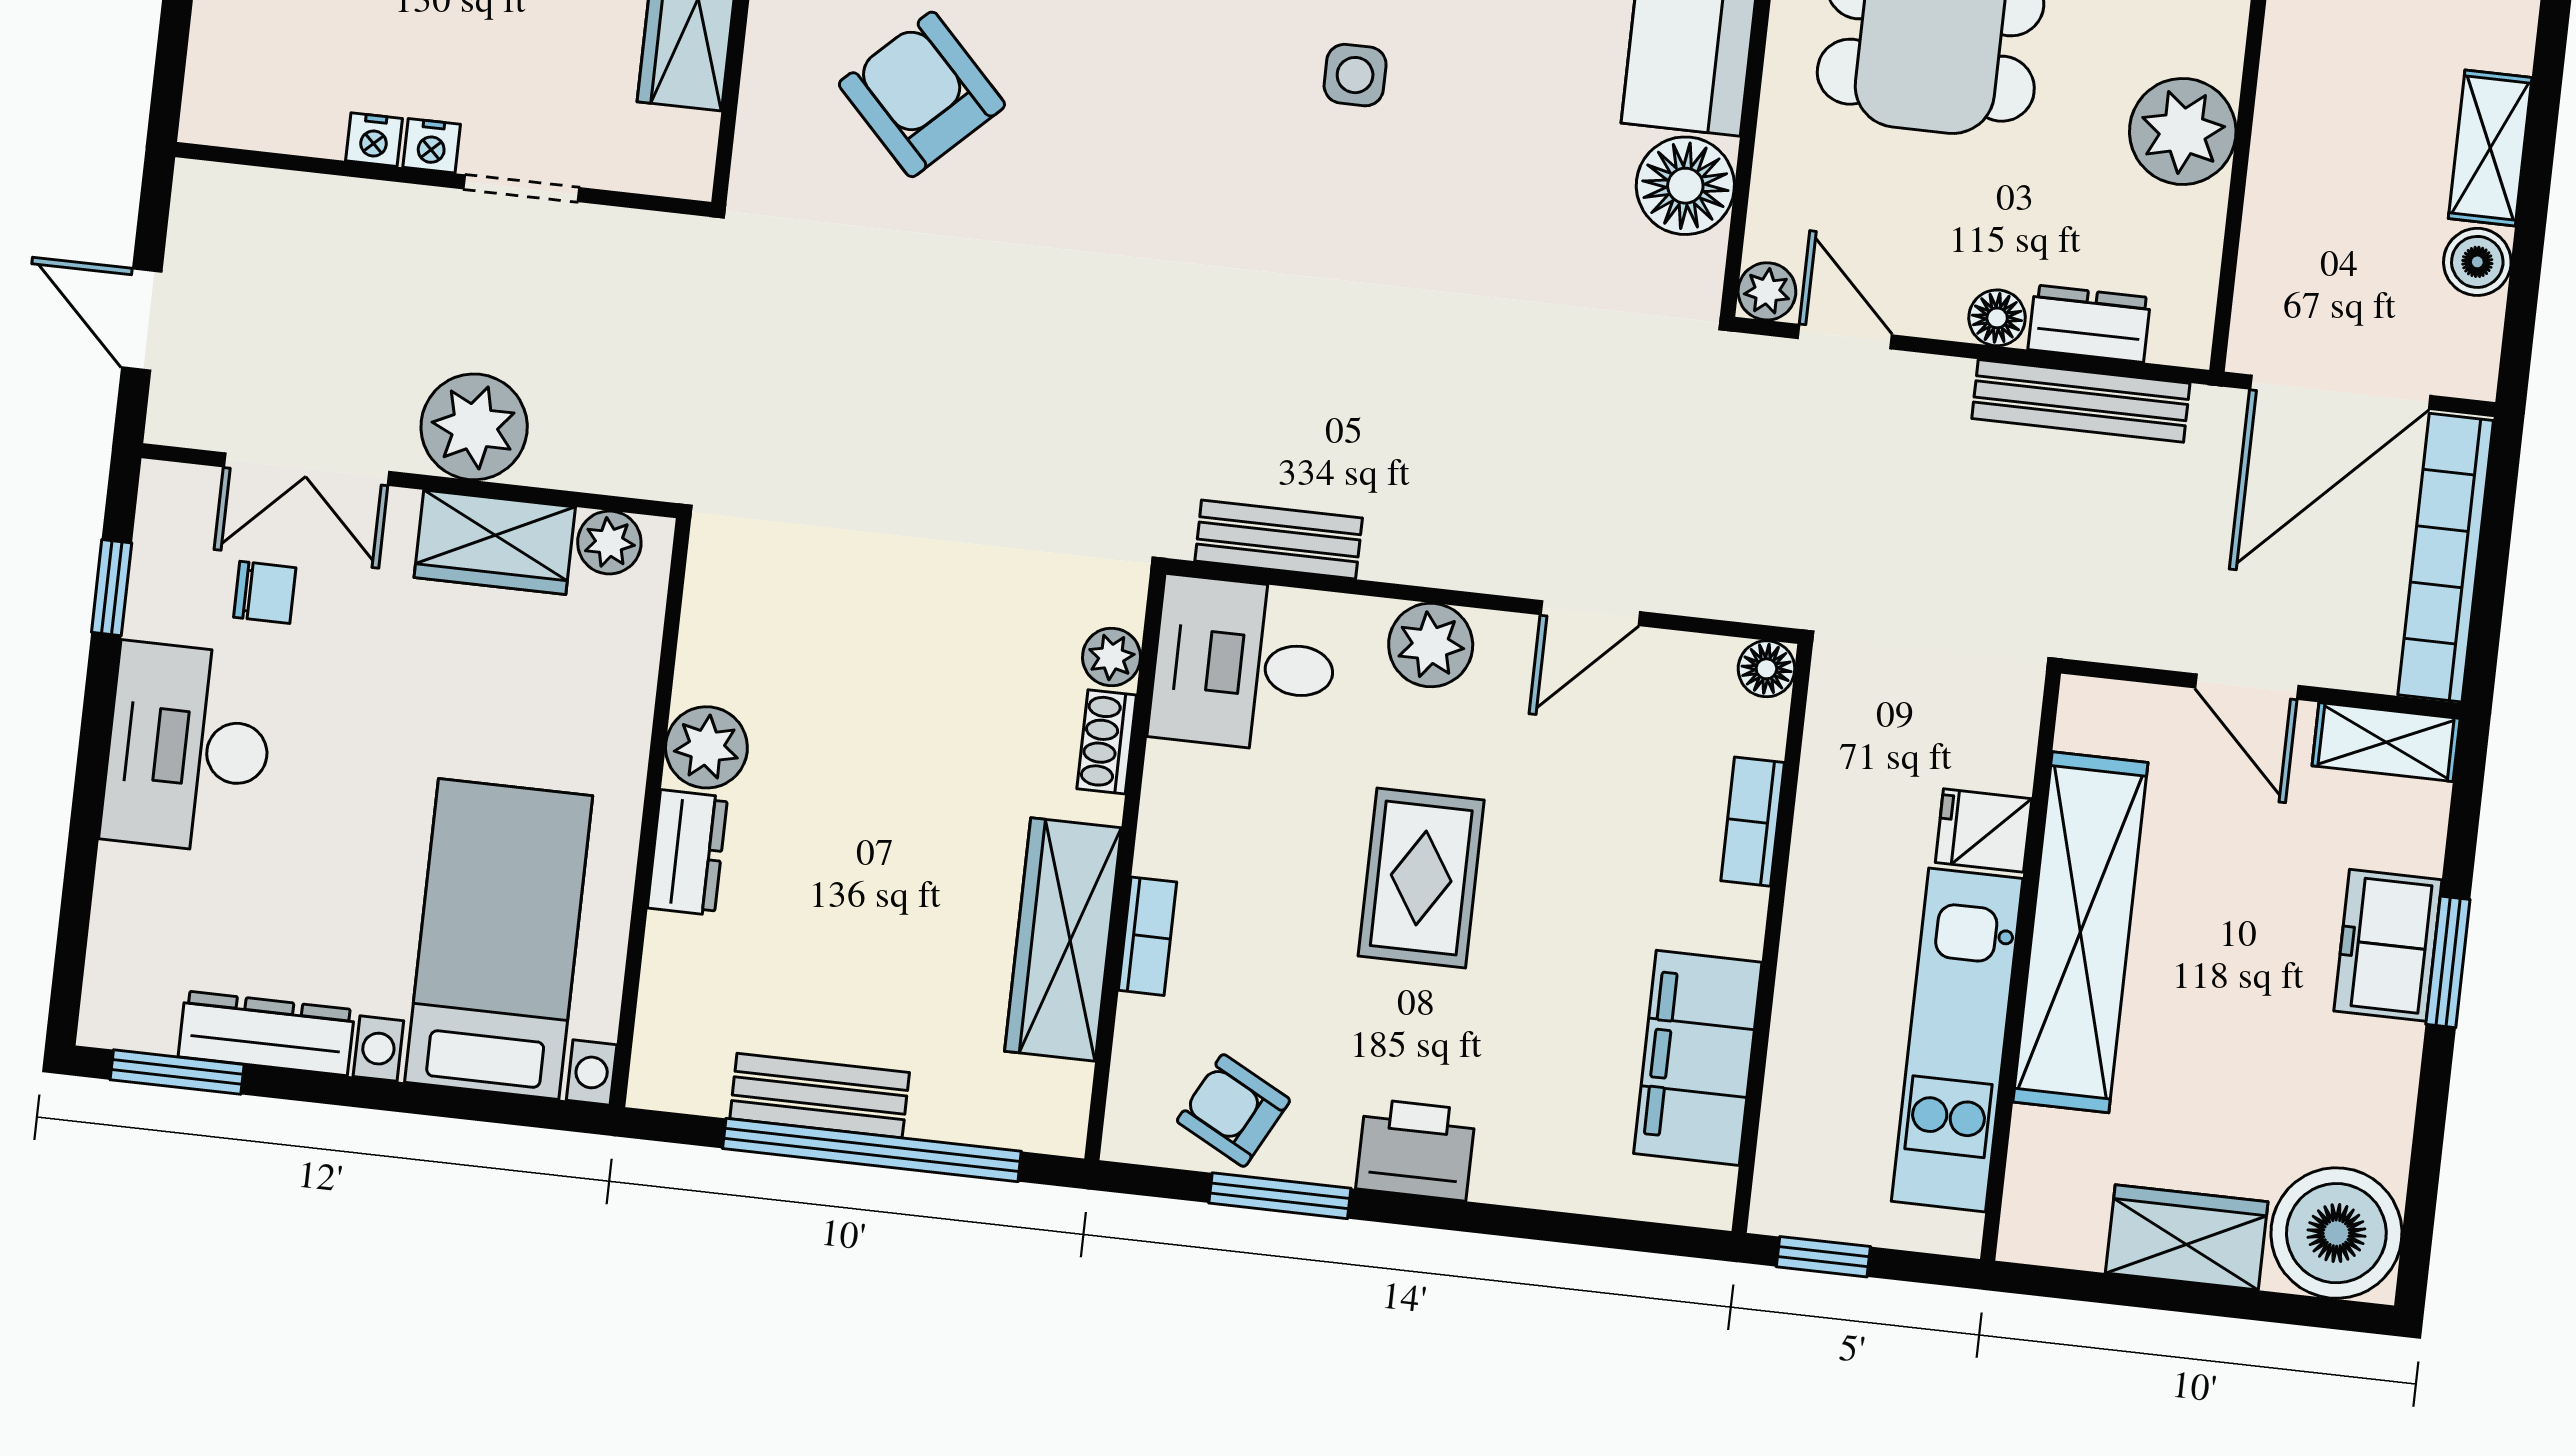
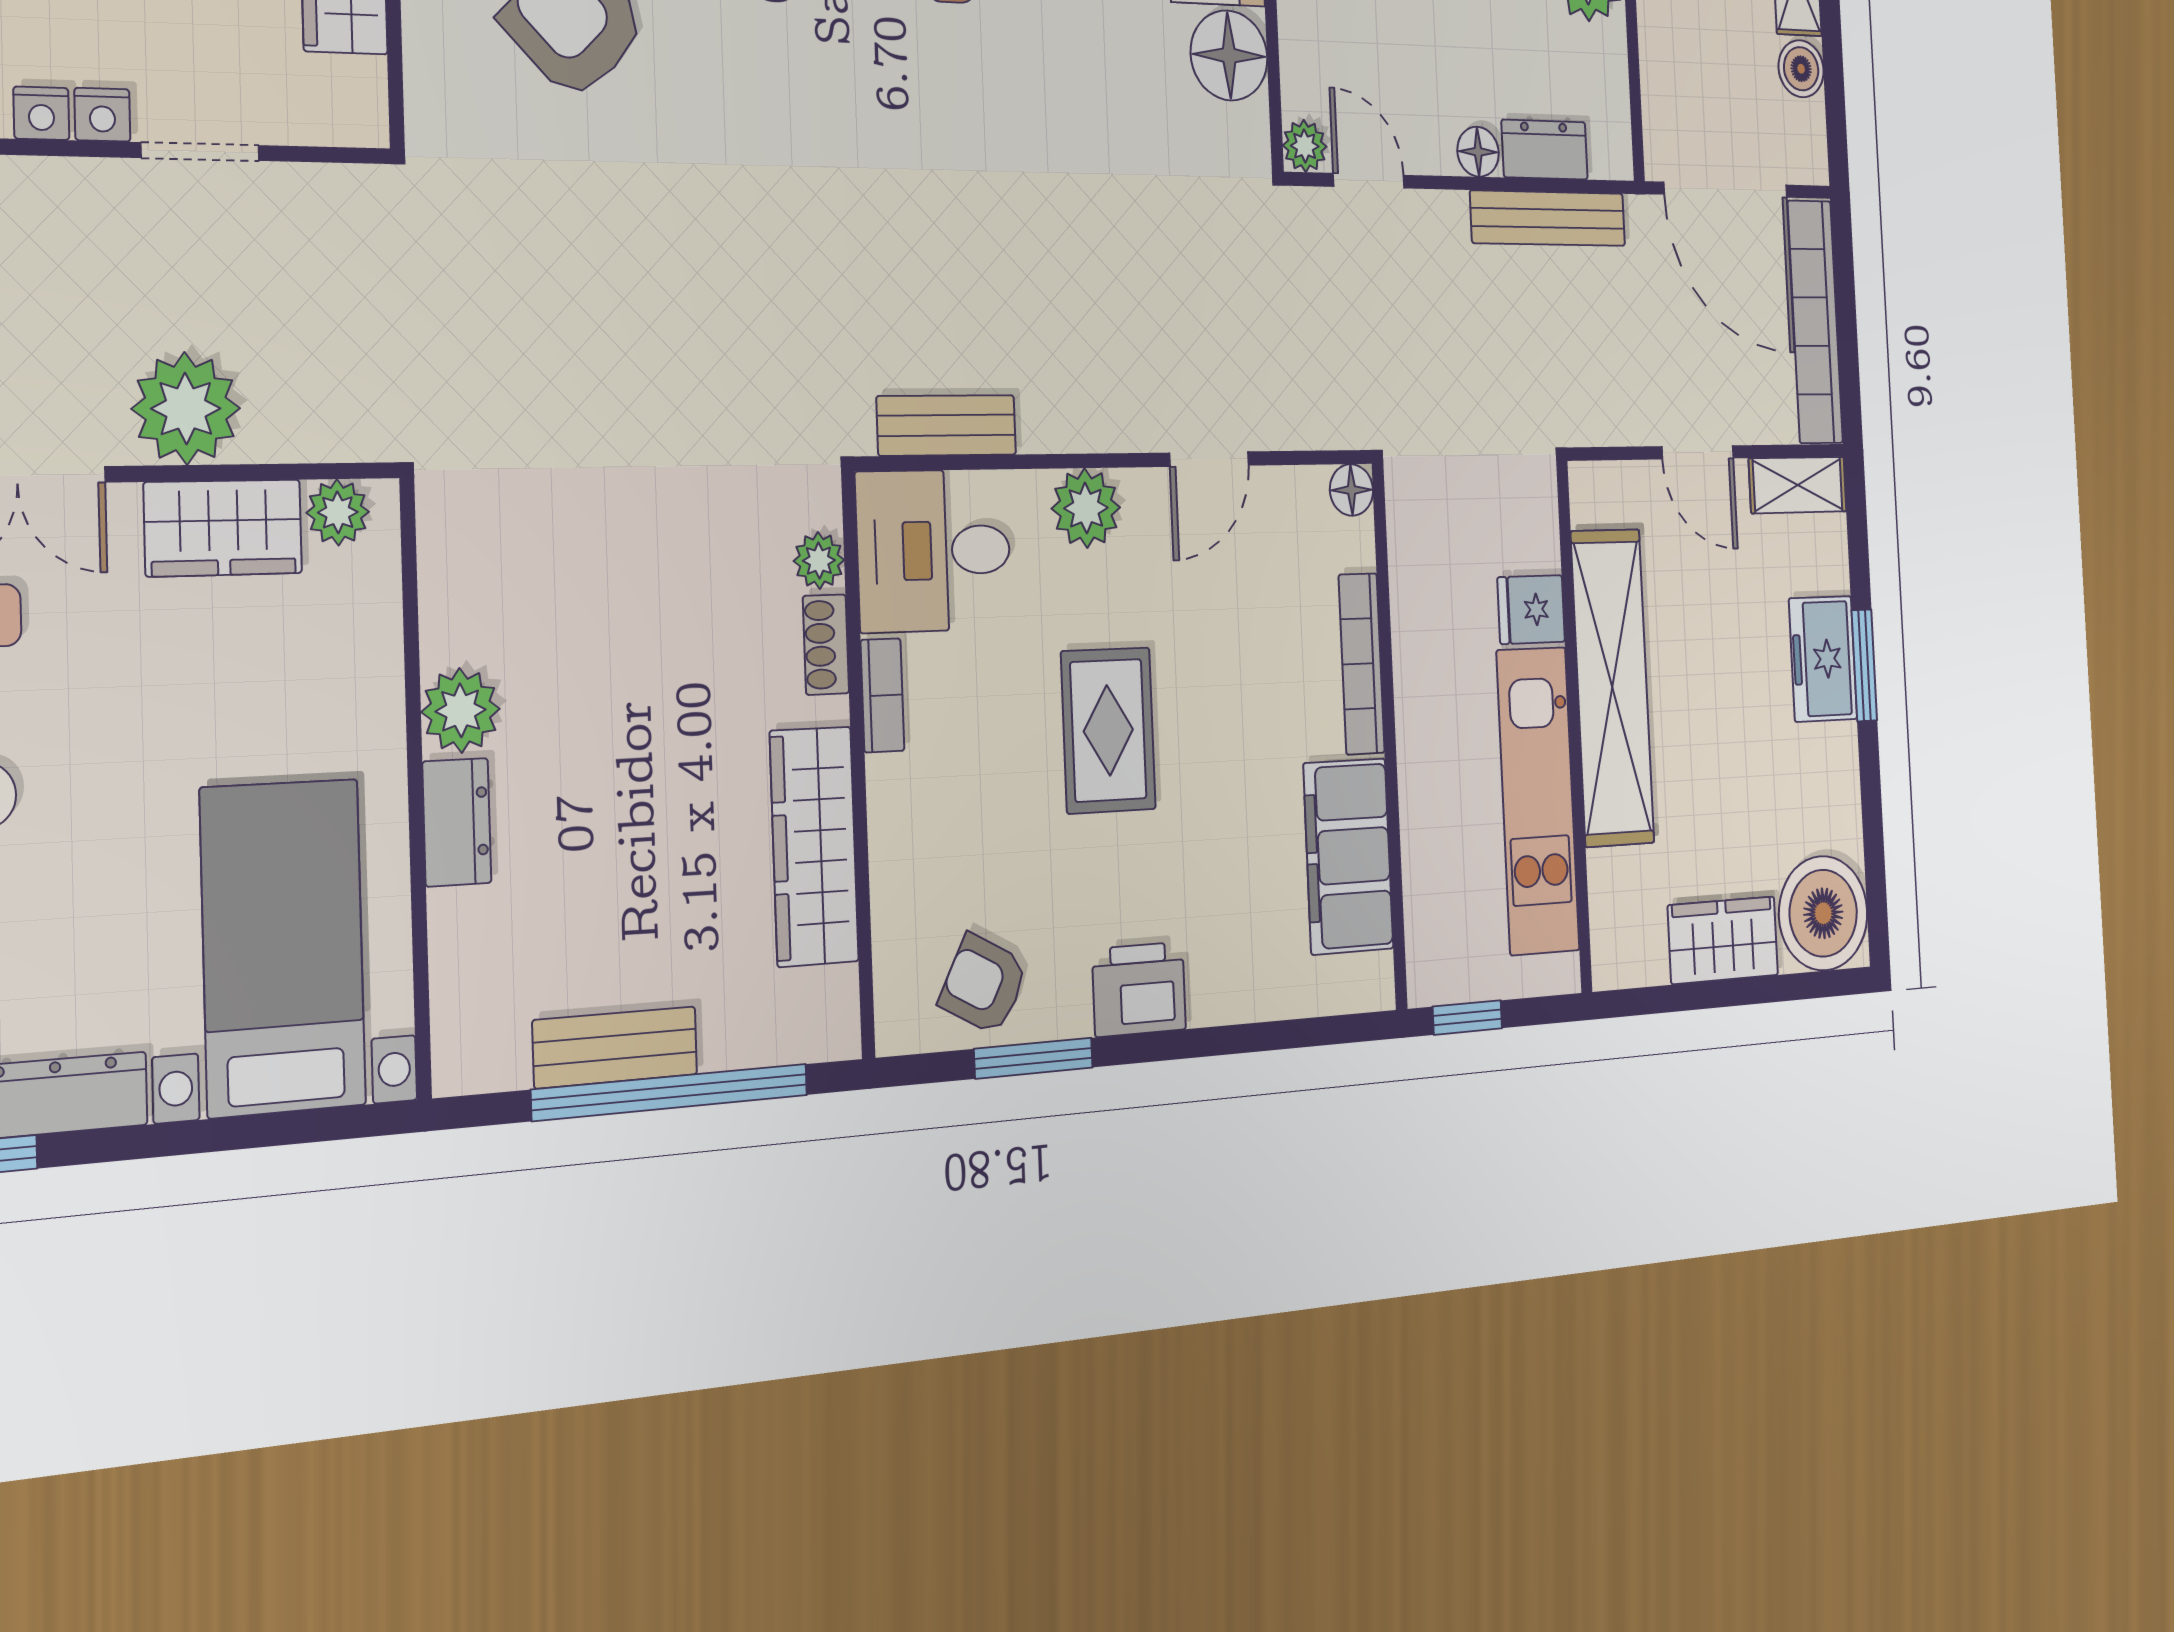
door: (2340, 392) -> (1726, 190), hinge flipped
bookcase: (1753, 822) -> (1362, 664), width x1.56
bookcase: (1147, 936) -> (882, 695), moved

